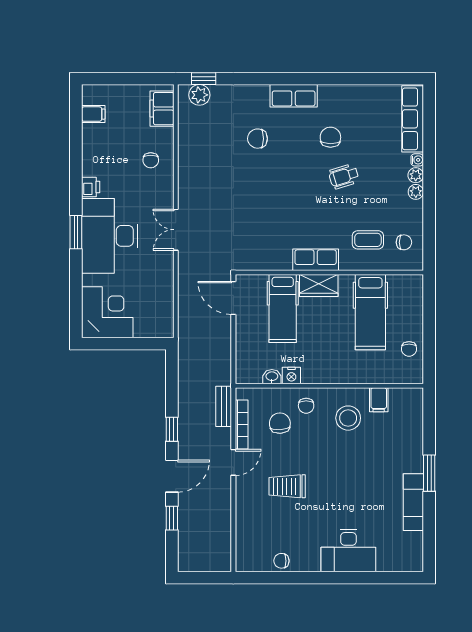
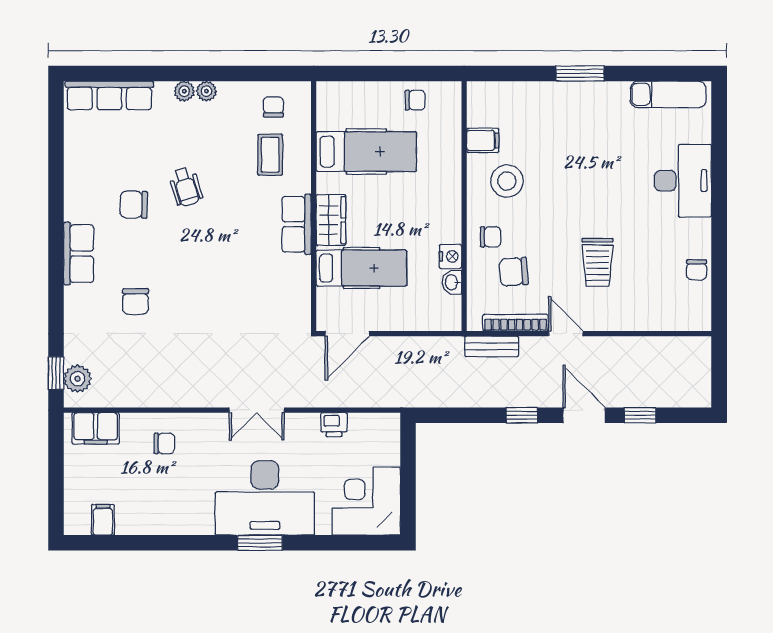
water cooler: (417, 160) -> (164, 89), removed
printer: (91, 187) -> (334, 425), moved, turned 180
exam couch: (413, 502) -> (668, 94), moved

